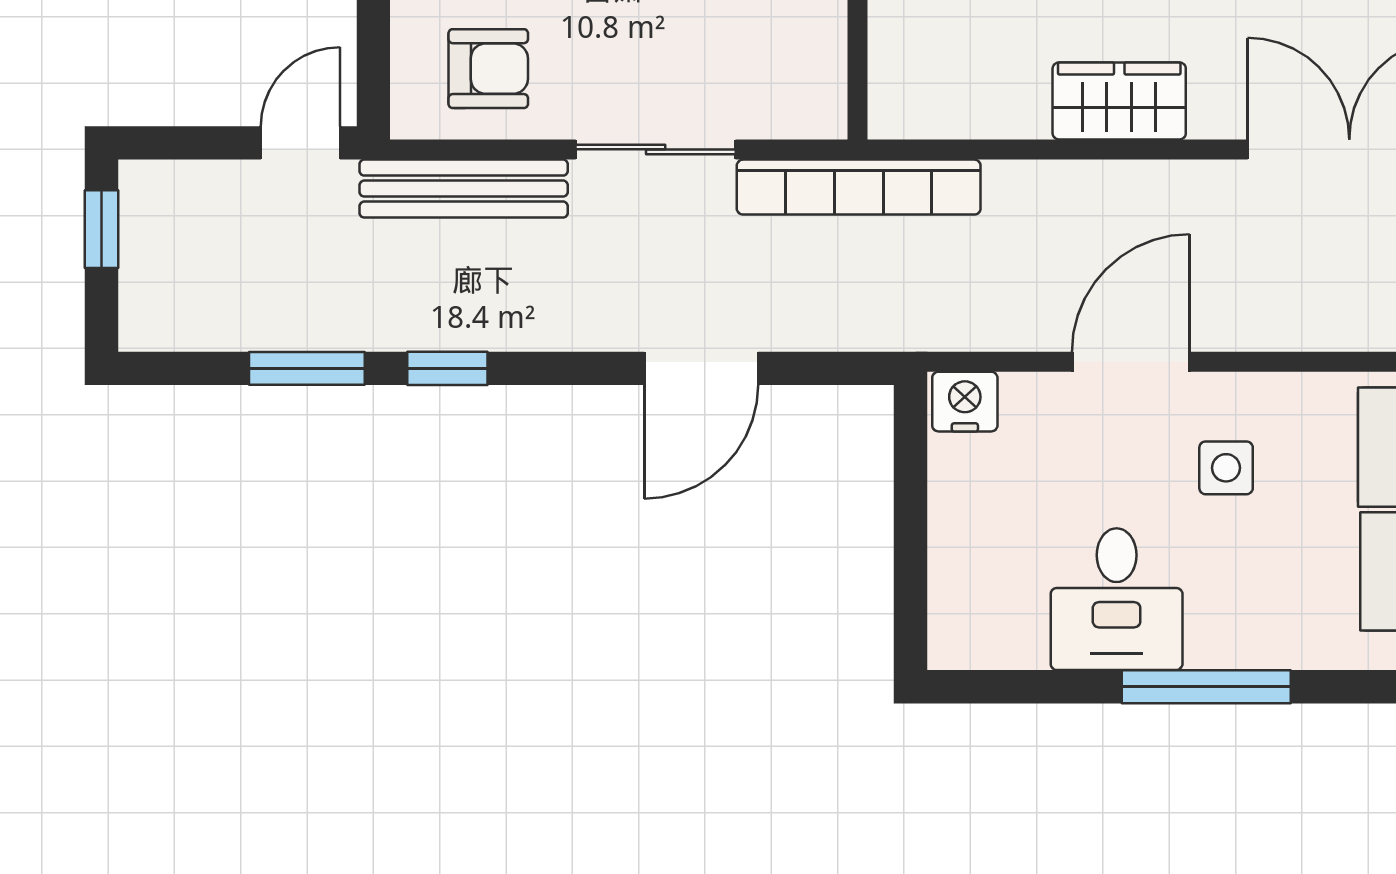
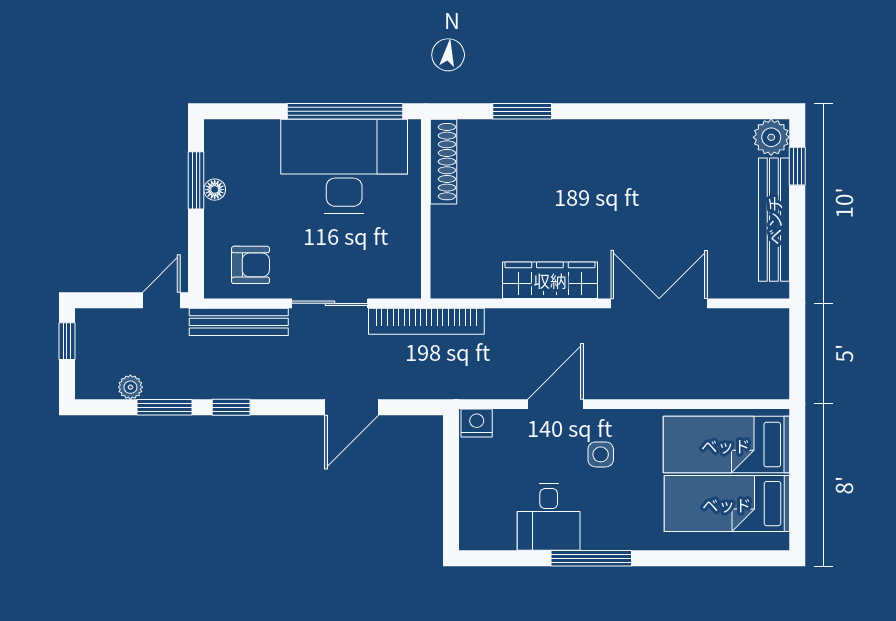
wardrobe: (1119, 101) -> (550, 280), width x1.50
plant: (235, 326) -> (130, 387), added

